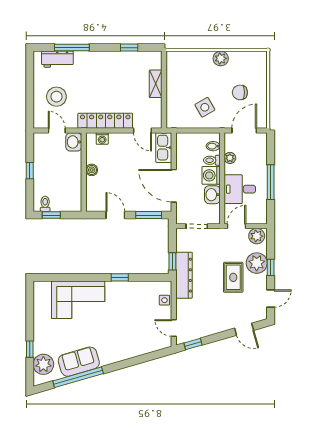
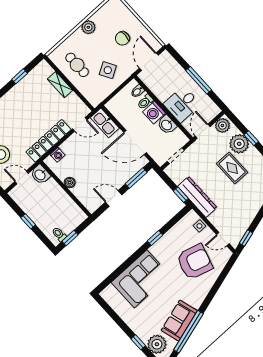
cafe table: (184, 80) -> (77, 65), added
plant: (230, 158) -> (156, 89), removed
armchair: (134, 325) -> (195, 262), added

